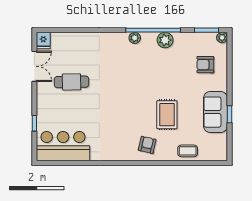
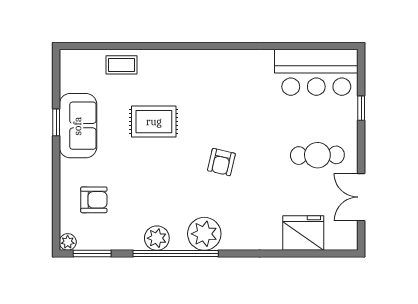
plant: (135, 38) -> (204, 234), width x1.88, depth x1.88
fridge: (43, 41) -> (303, 233), moved, width x1.88, depth x1.34
cafe table: (72, 82) -> (317, 155), moved
rug: (167, 115) -> (154, 122), turned 90
armchair: (147, 145) -> (221, 162), moved

